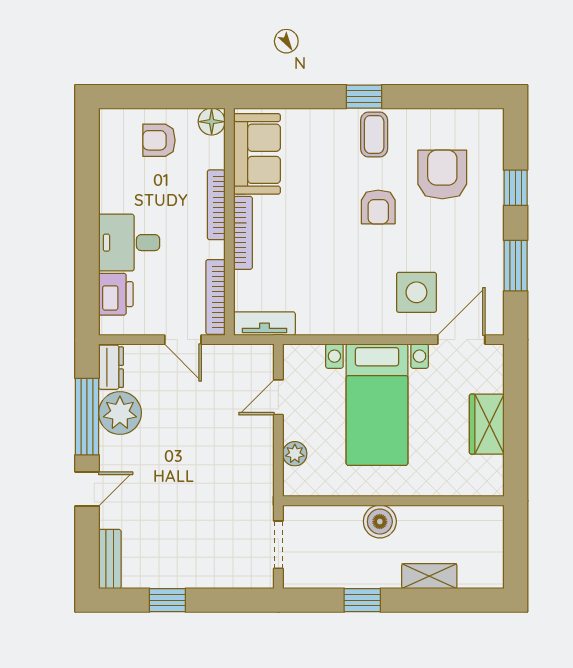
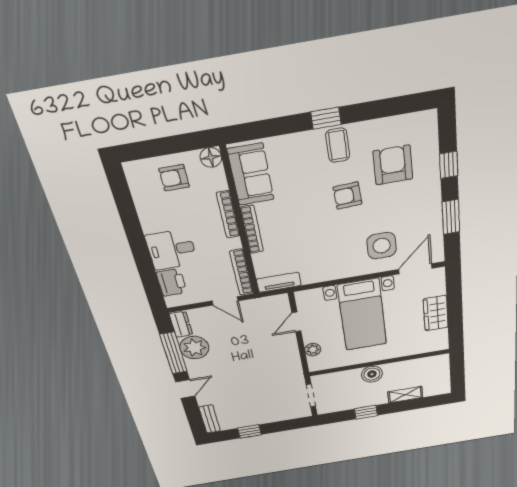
armchair: (378, 207) -> (348, 196), turned 87

